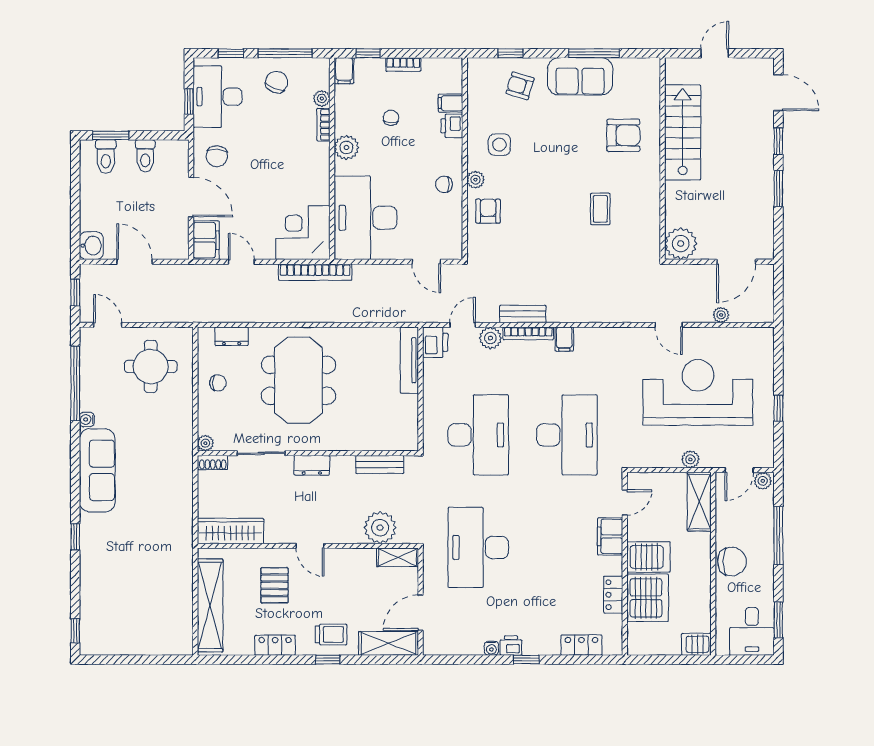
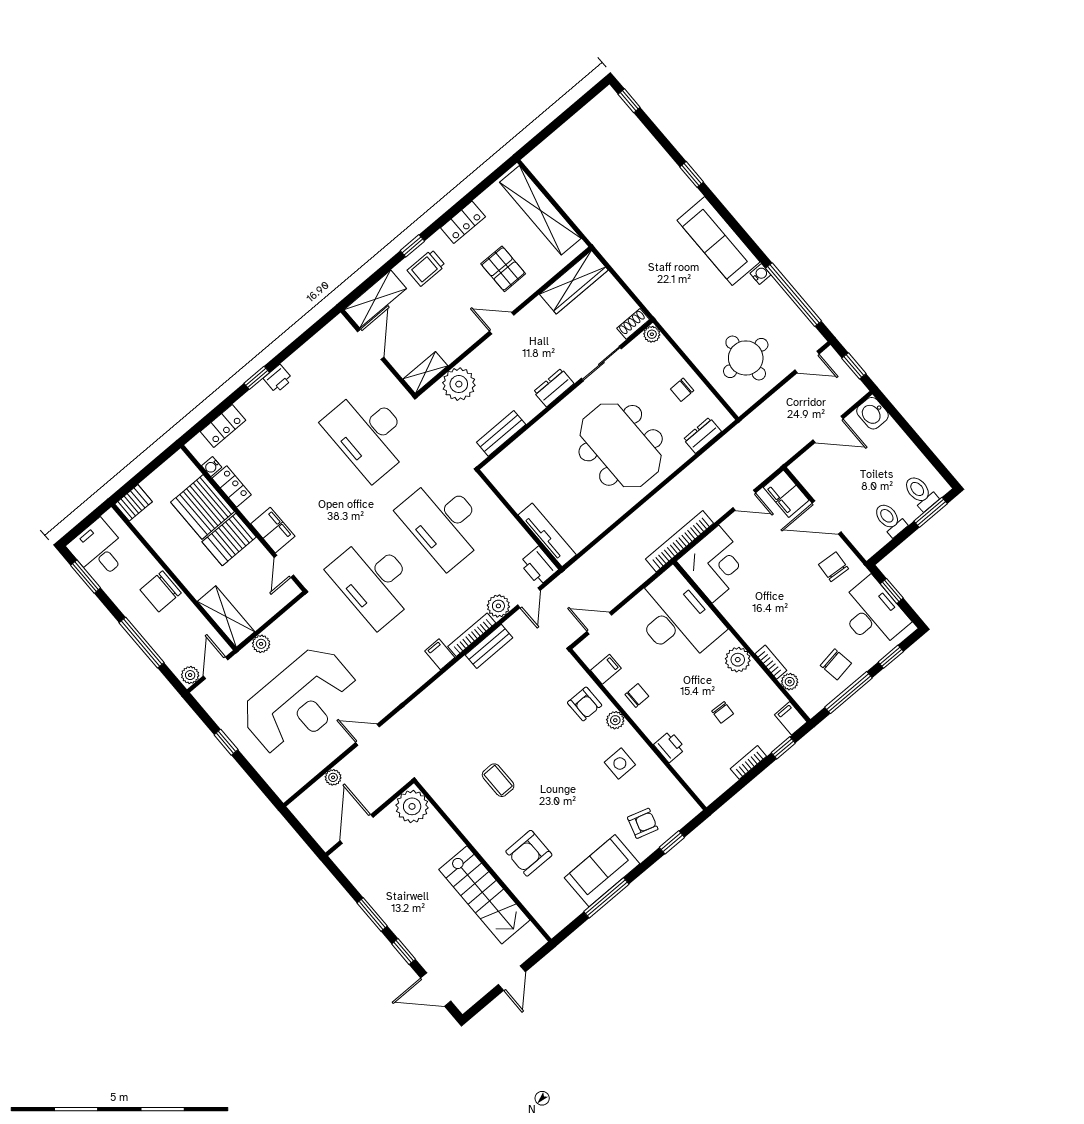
chair: (277, 82) -> (836, 664), turned -31
filing cabinet: (450, 103) -> (606, 669), moved
desk: (478, 547) -> (369, 434), turned 180
water cooler: (491, 648) -> (212, 467), moved, turned -90

